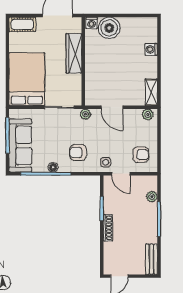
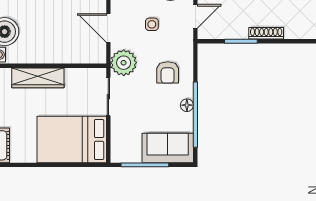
door: (112, 107) -> (108, 28), swing flipped
plant: (85, 114) -> (124, 63), width x1.87, depth x1.87
sofa: (20, 146) -> (168, 148), width x0.73
side table: (106, 162) -> (152, 24), moved

